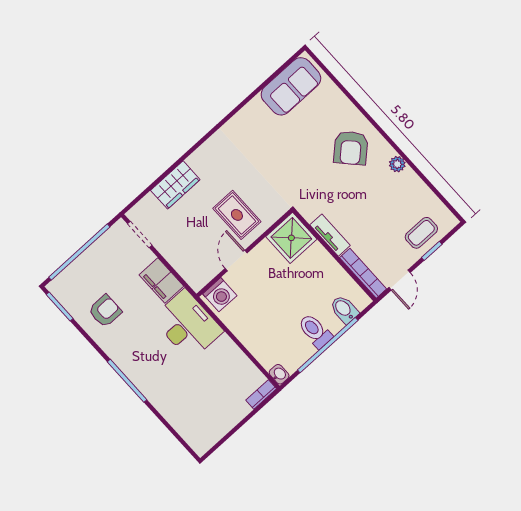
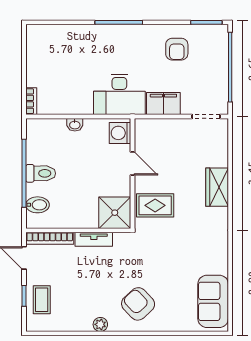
wardrobe: (175, 185) -> (217, 187), moved
rug: (237, 215) -> (155, 205), moved
washbasin: (279, 374) -> (75, 125), moved

